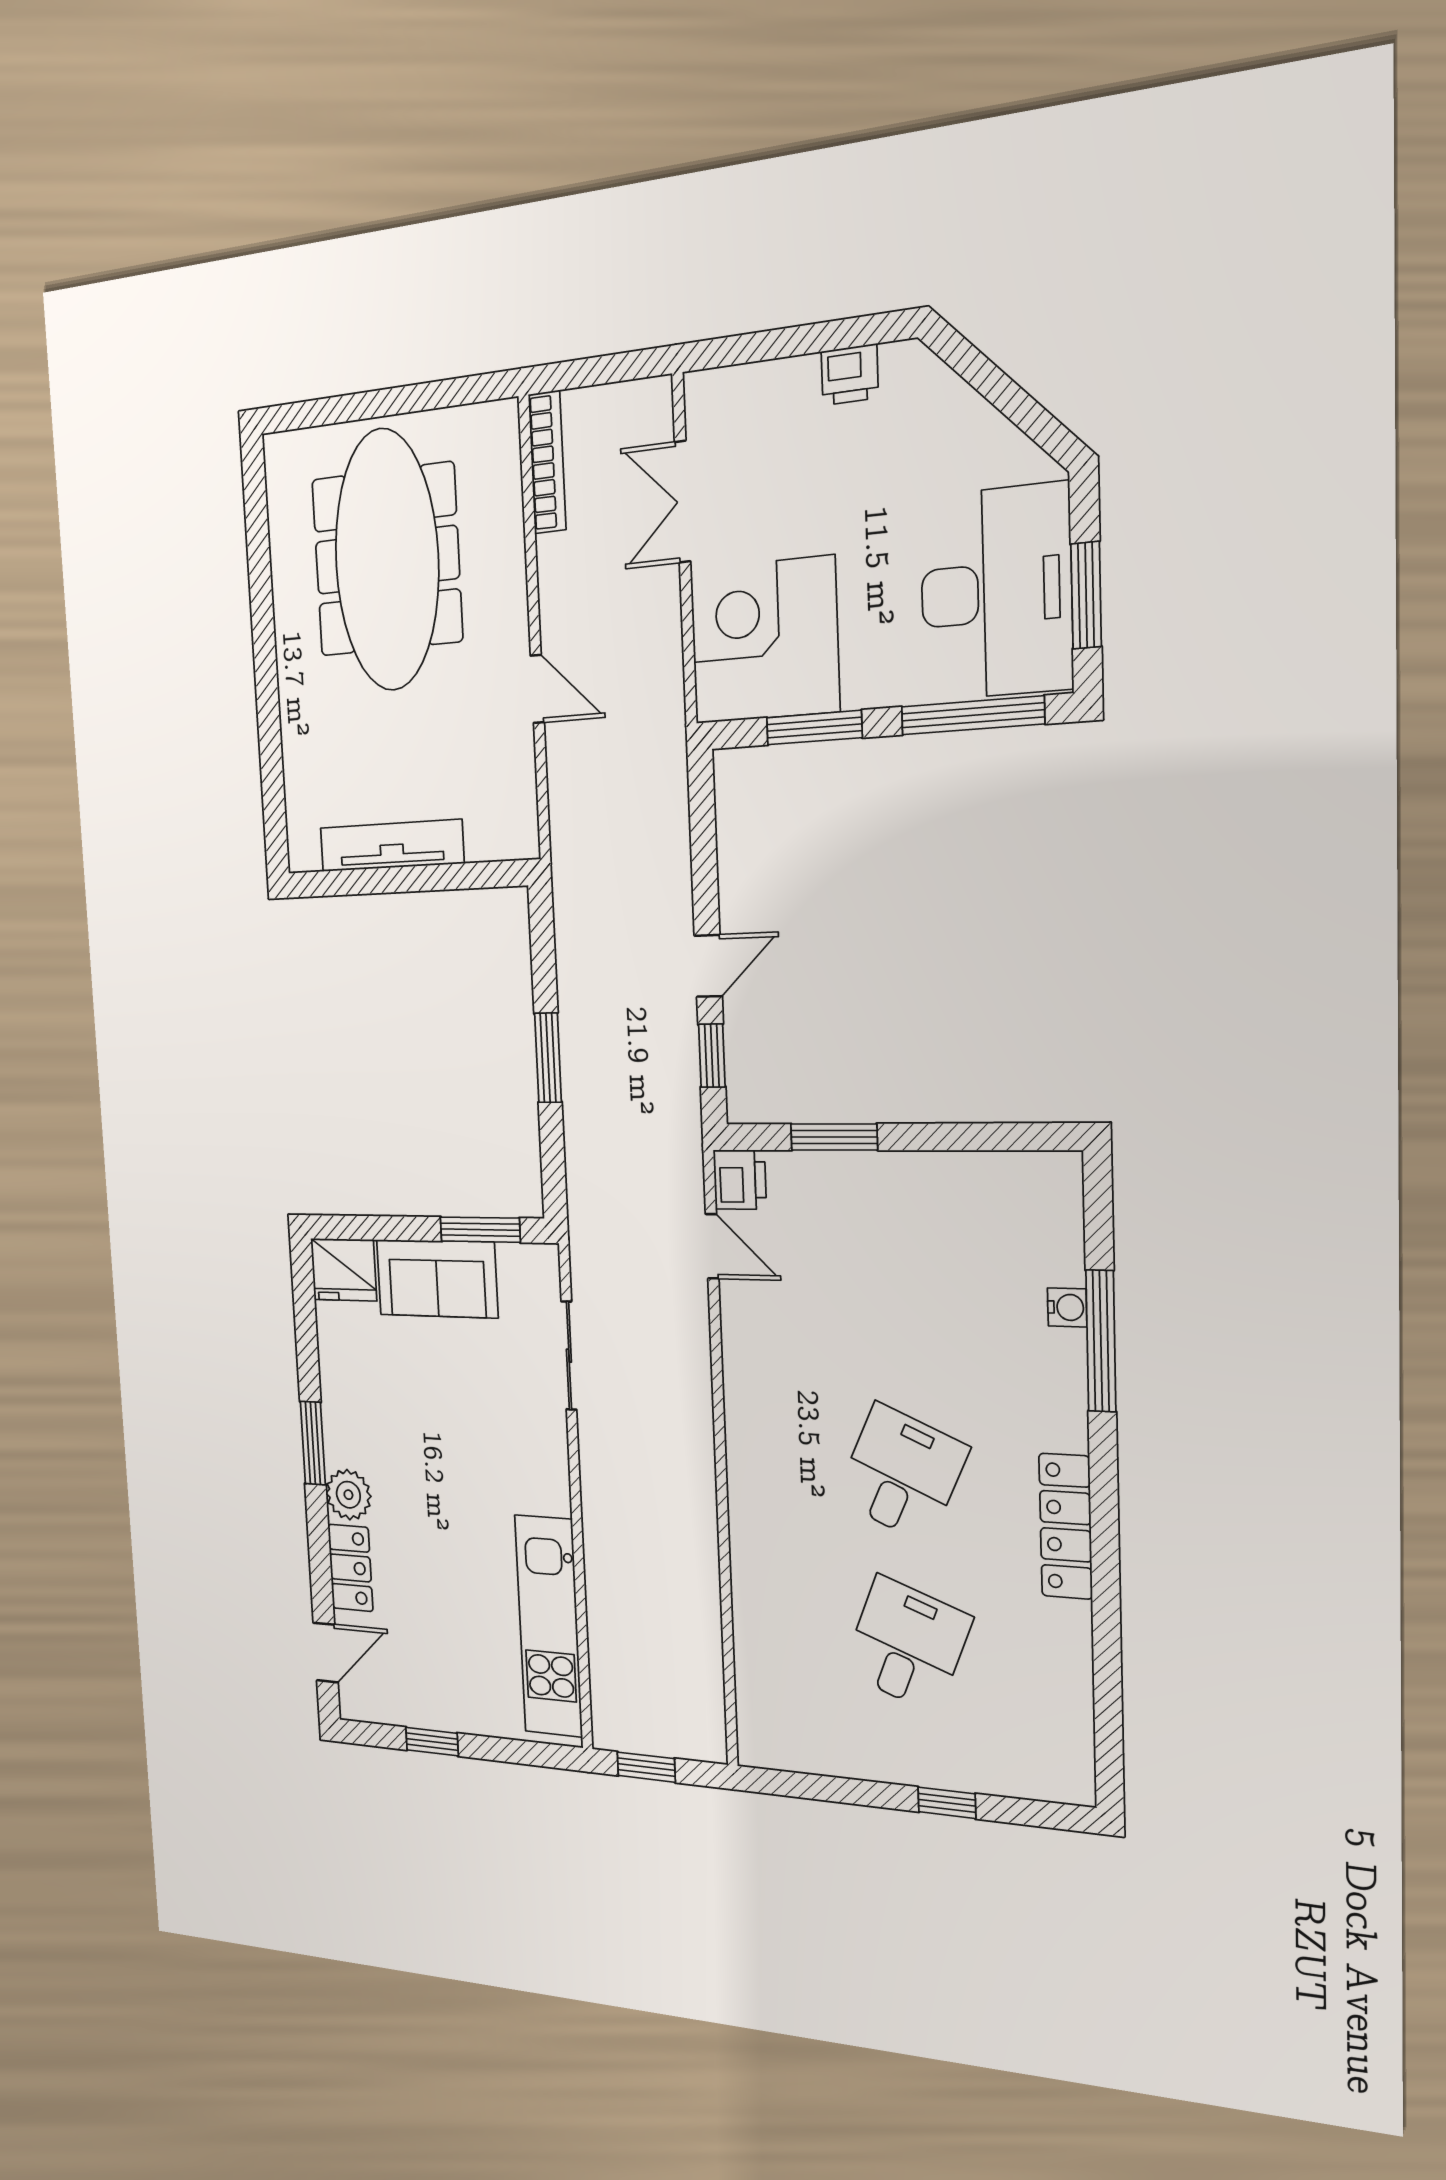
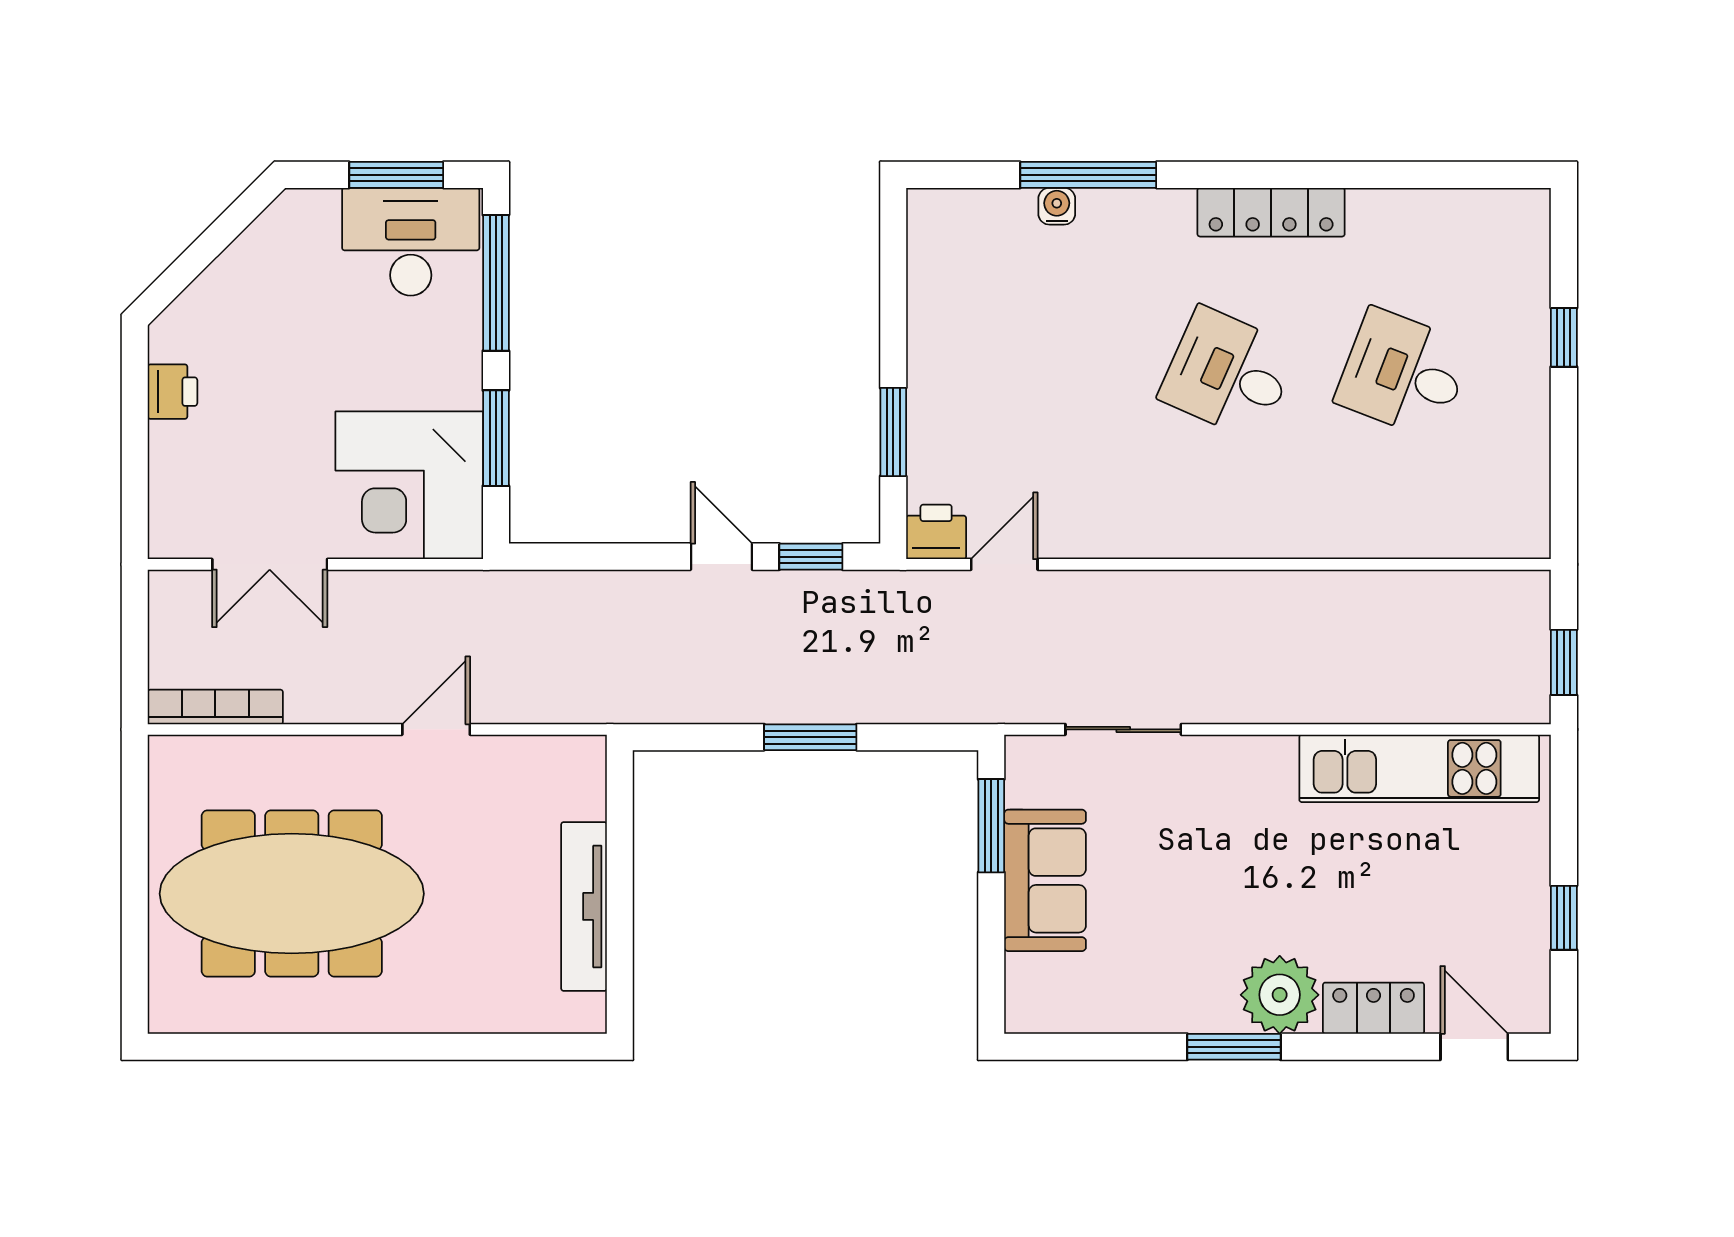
desk: (996, 592) -> (411, 242), width x0.73, depth x0.77
fridge: (344, 1270) -> (1038, 995), removed
plant: (348, 1495) -> (1280, 995), width x1.36, depth x1.36

